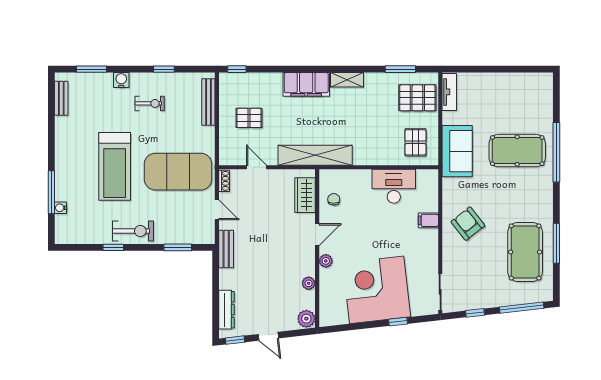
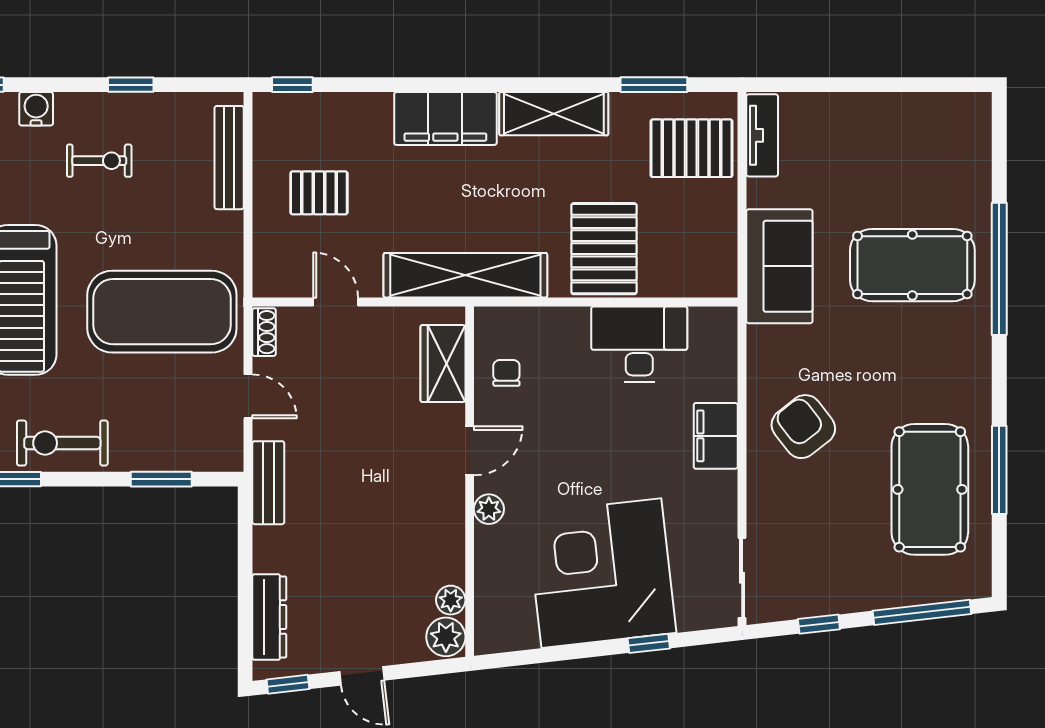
shelving: (347, 80) -> (554, 114), width x1.50, depth x1.33
pallet: (415, 142) -> (604, 249), moved, width x1.50, depth x1.42
filing cabinet: (428, 220) -> (716, 436), width x2.00
exercise bike: (133, 231) -> (62, 443), turned 180
plant: (309, 283) -> (451, 600), moved

